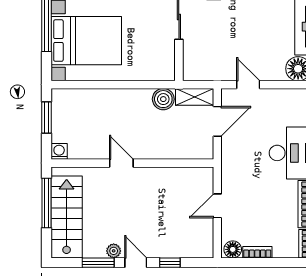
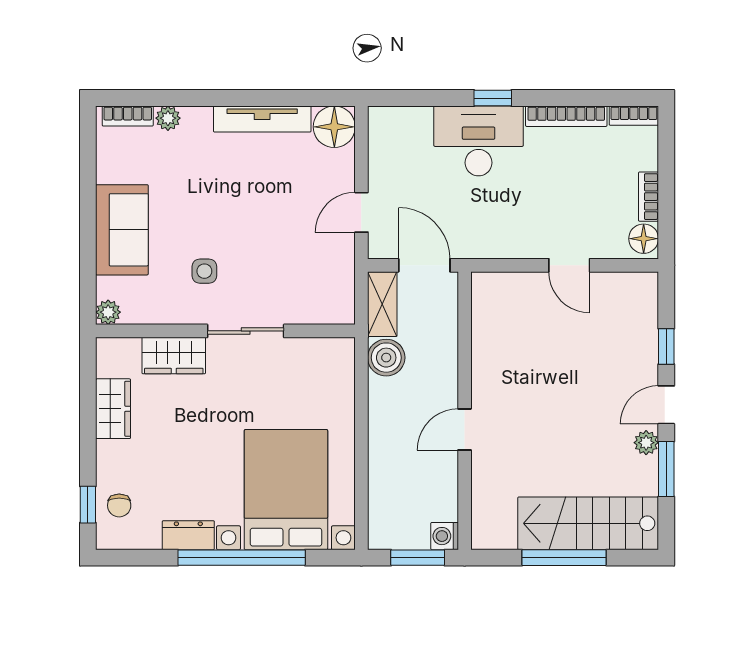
washing machine: (59, 151) -> (445, 536), moved
door: (121, 163) -> (465, 429), moved
wall: (132, 163) -> (465, 411), moved

